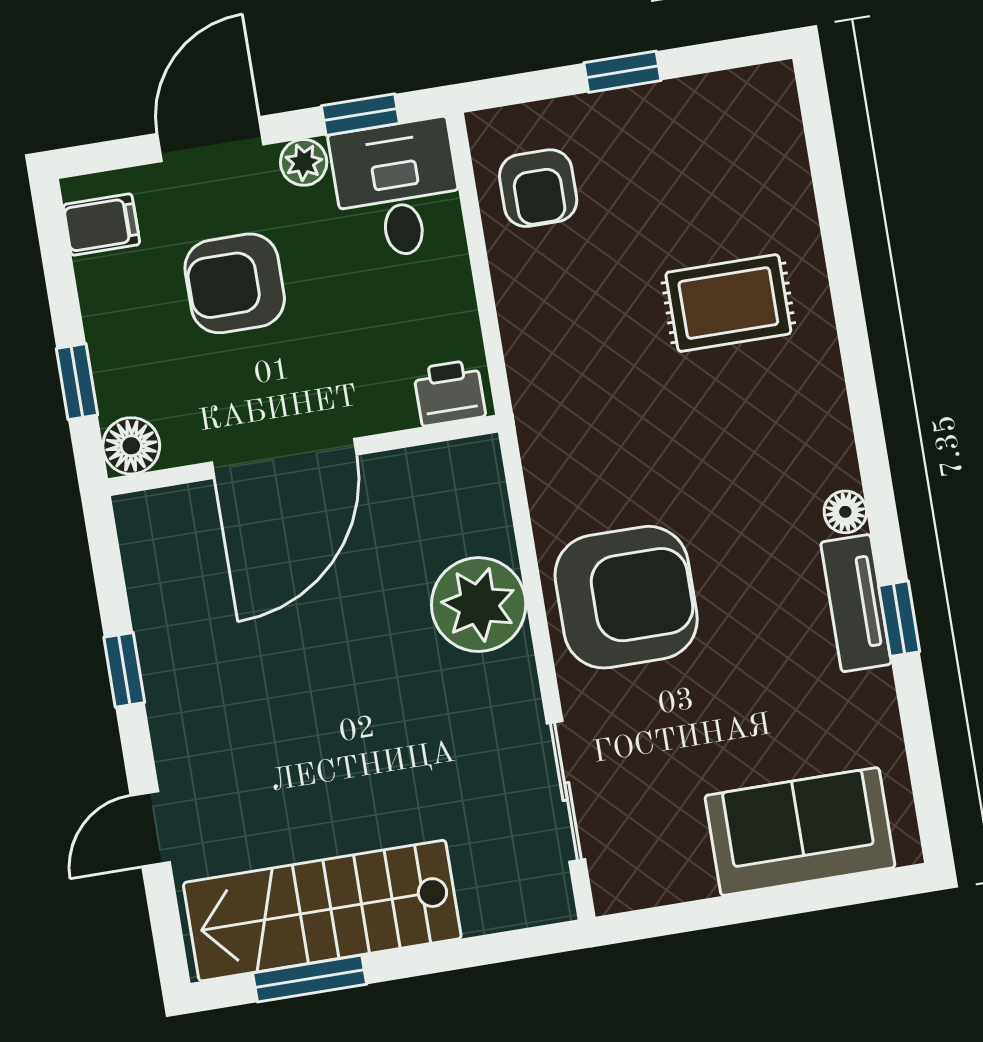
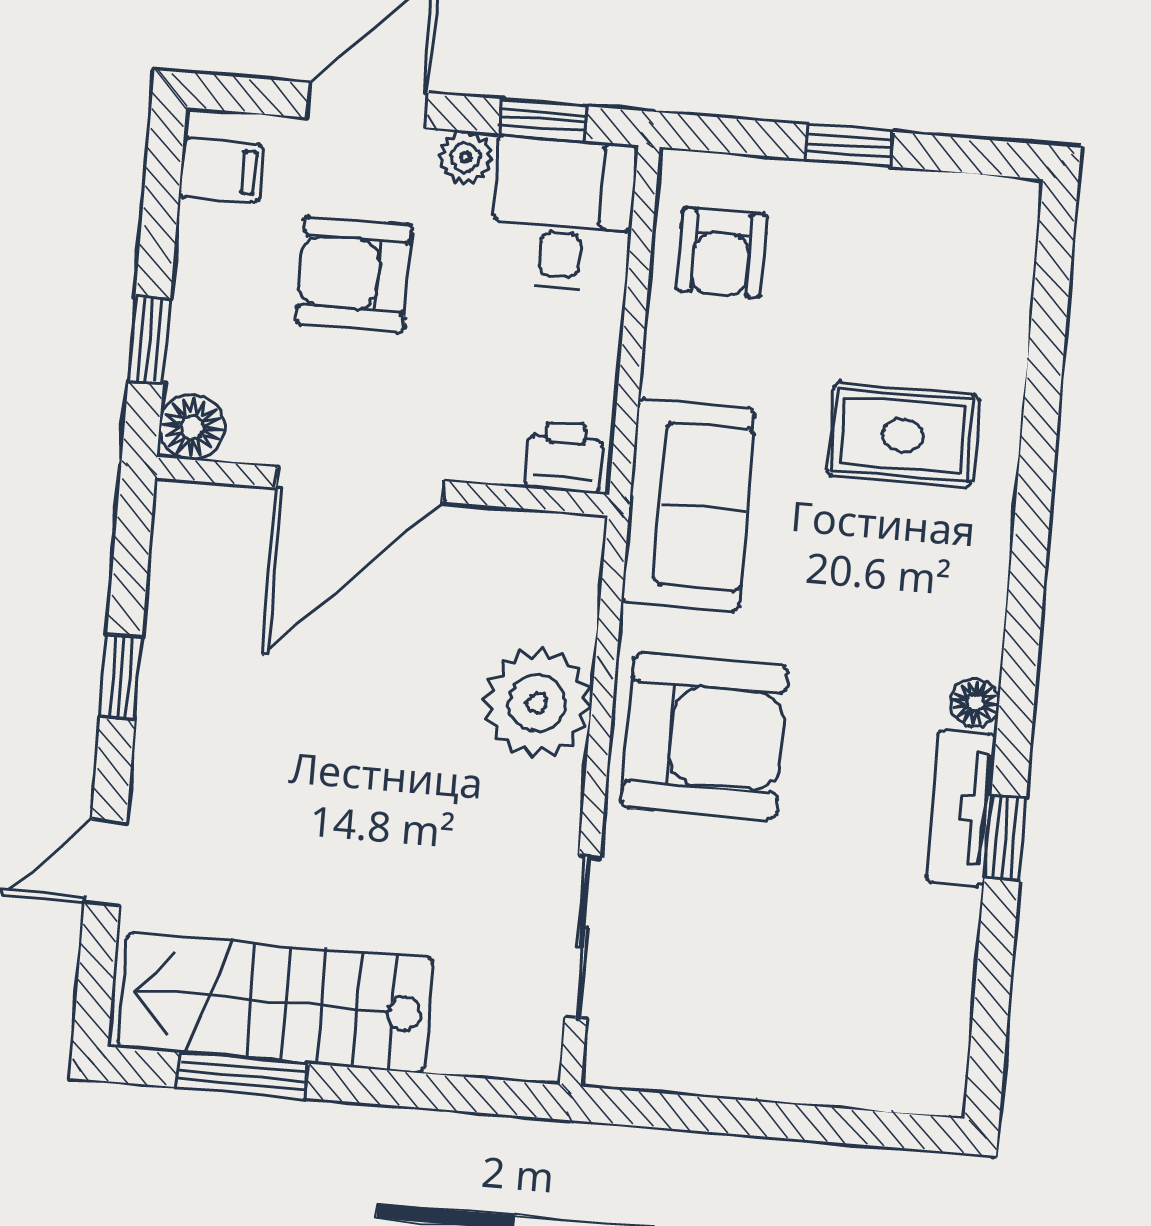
sofa: (800, 832) -> (688, 505), moved, turned 90

